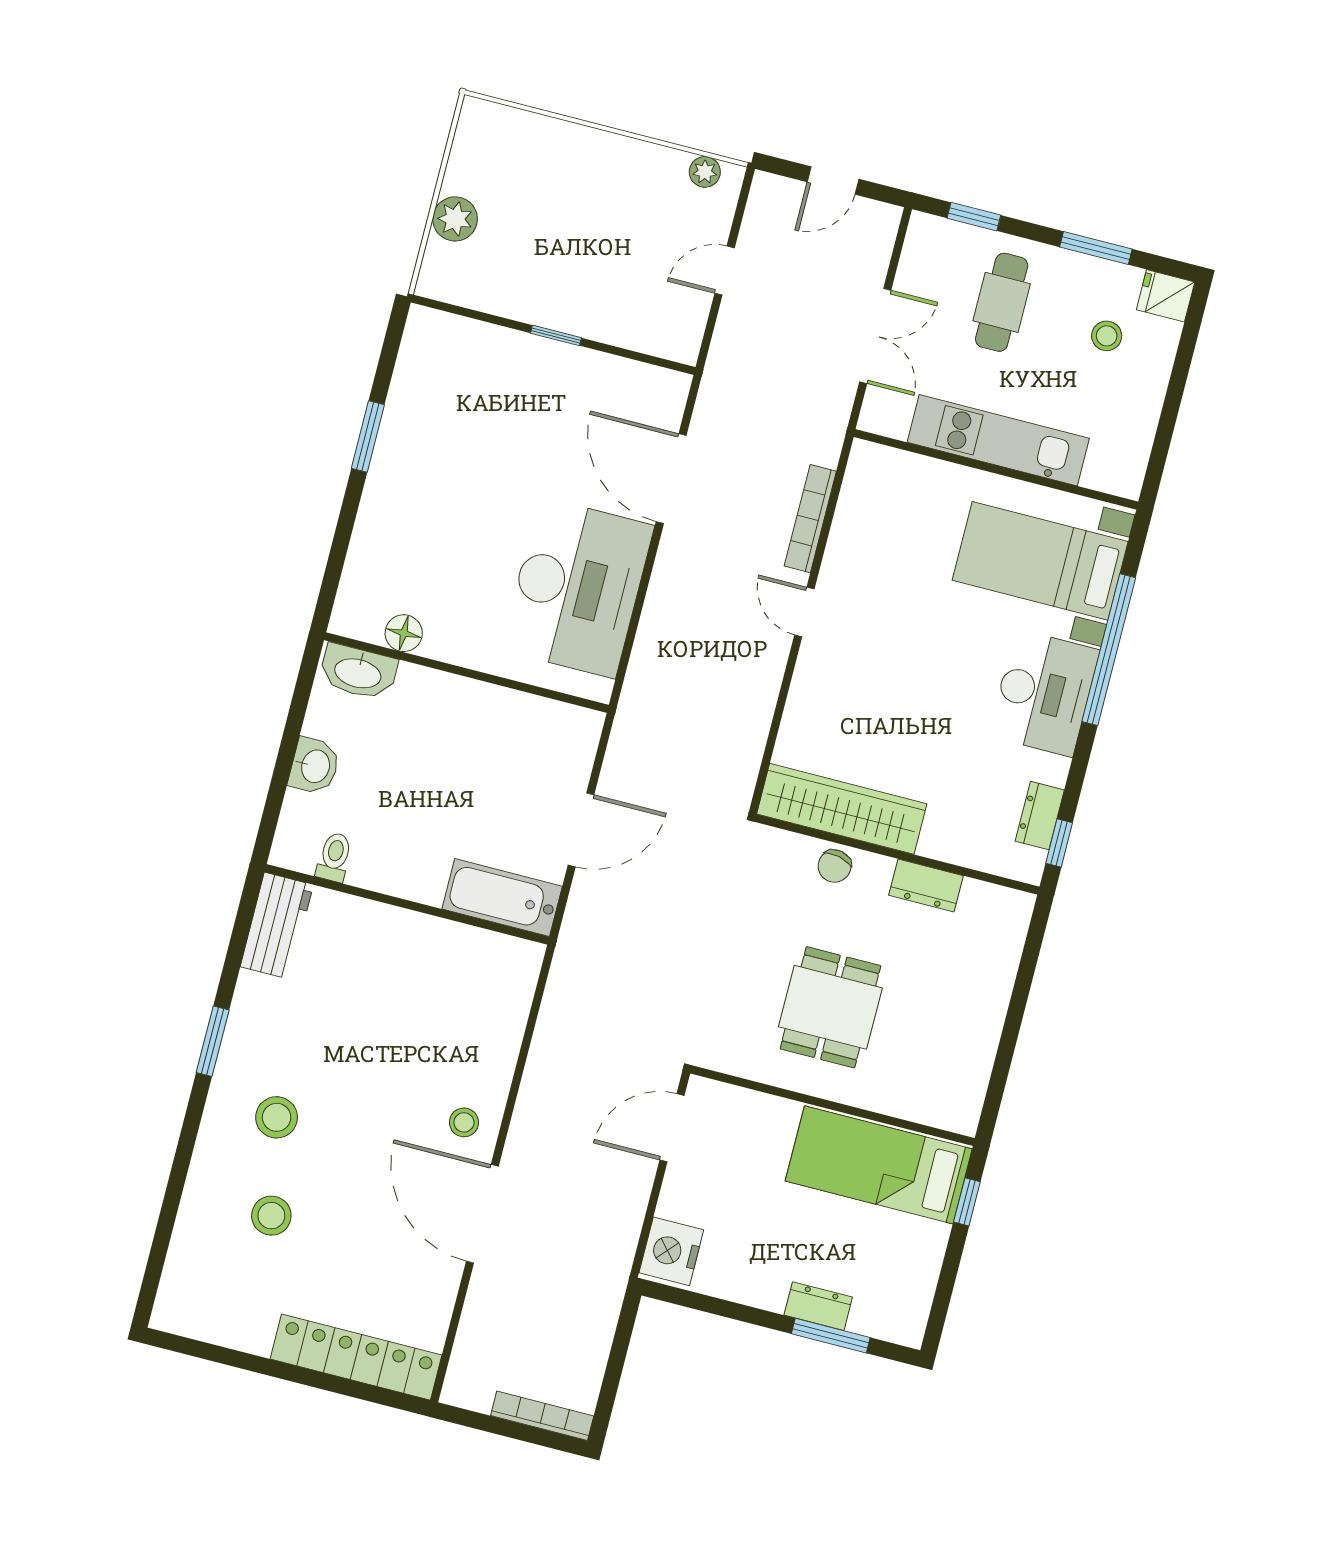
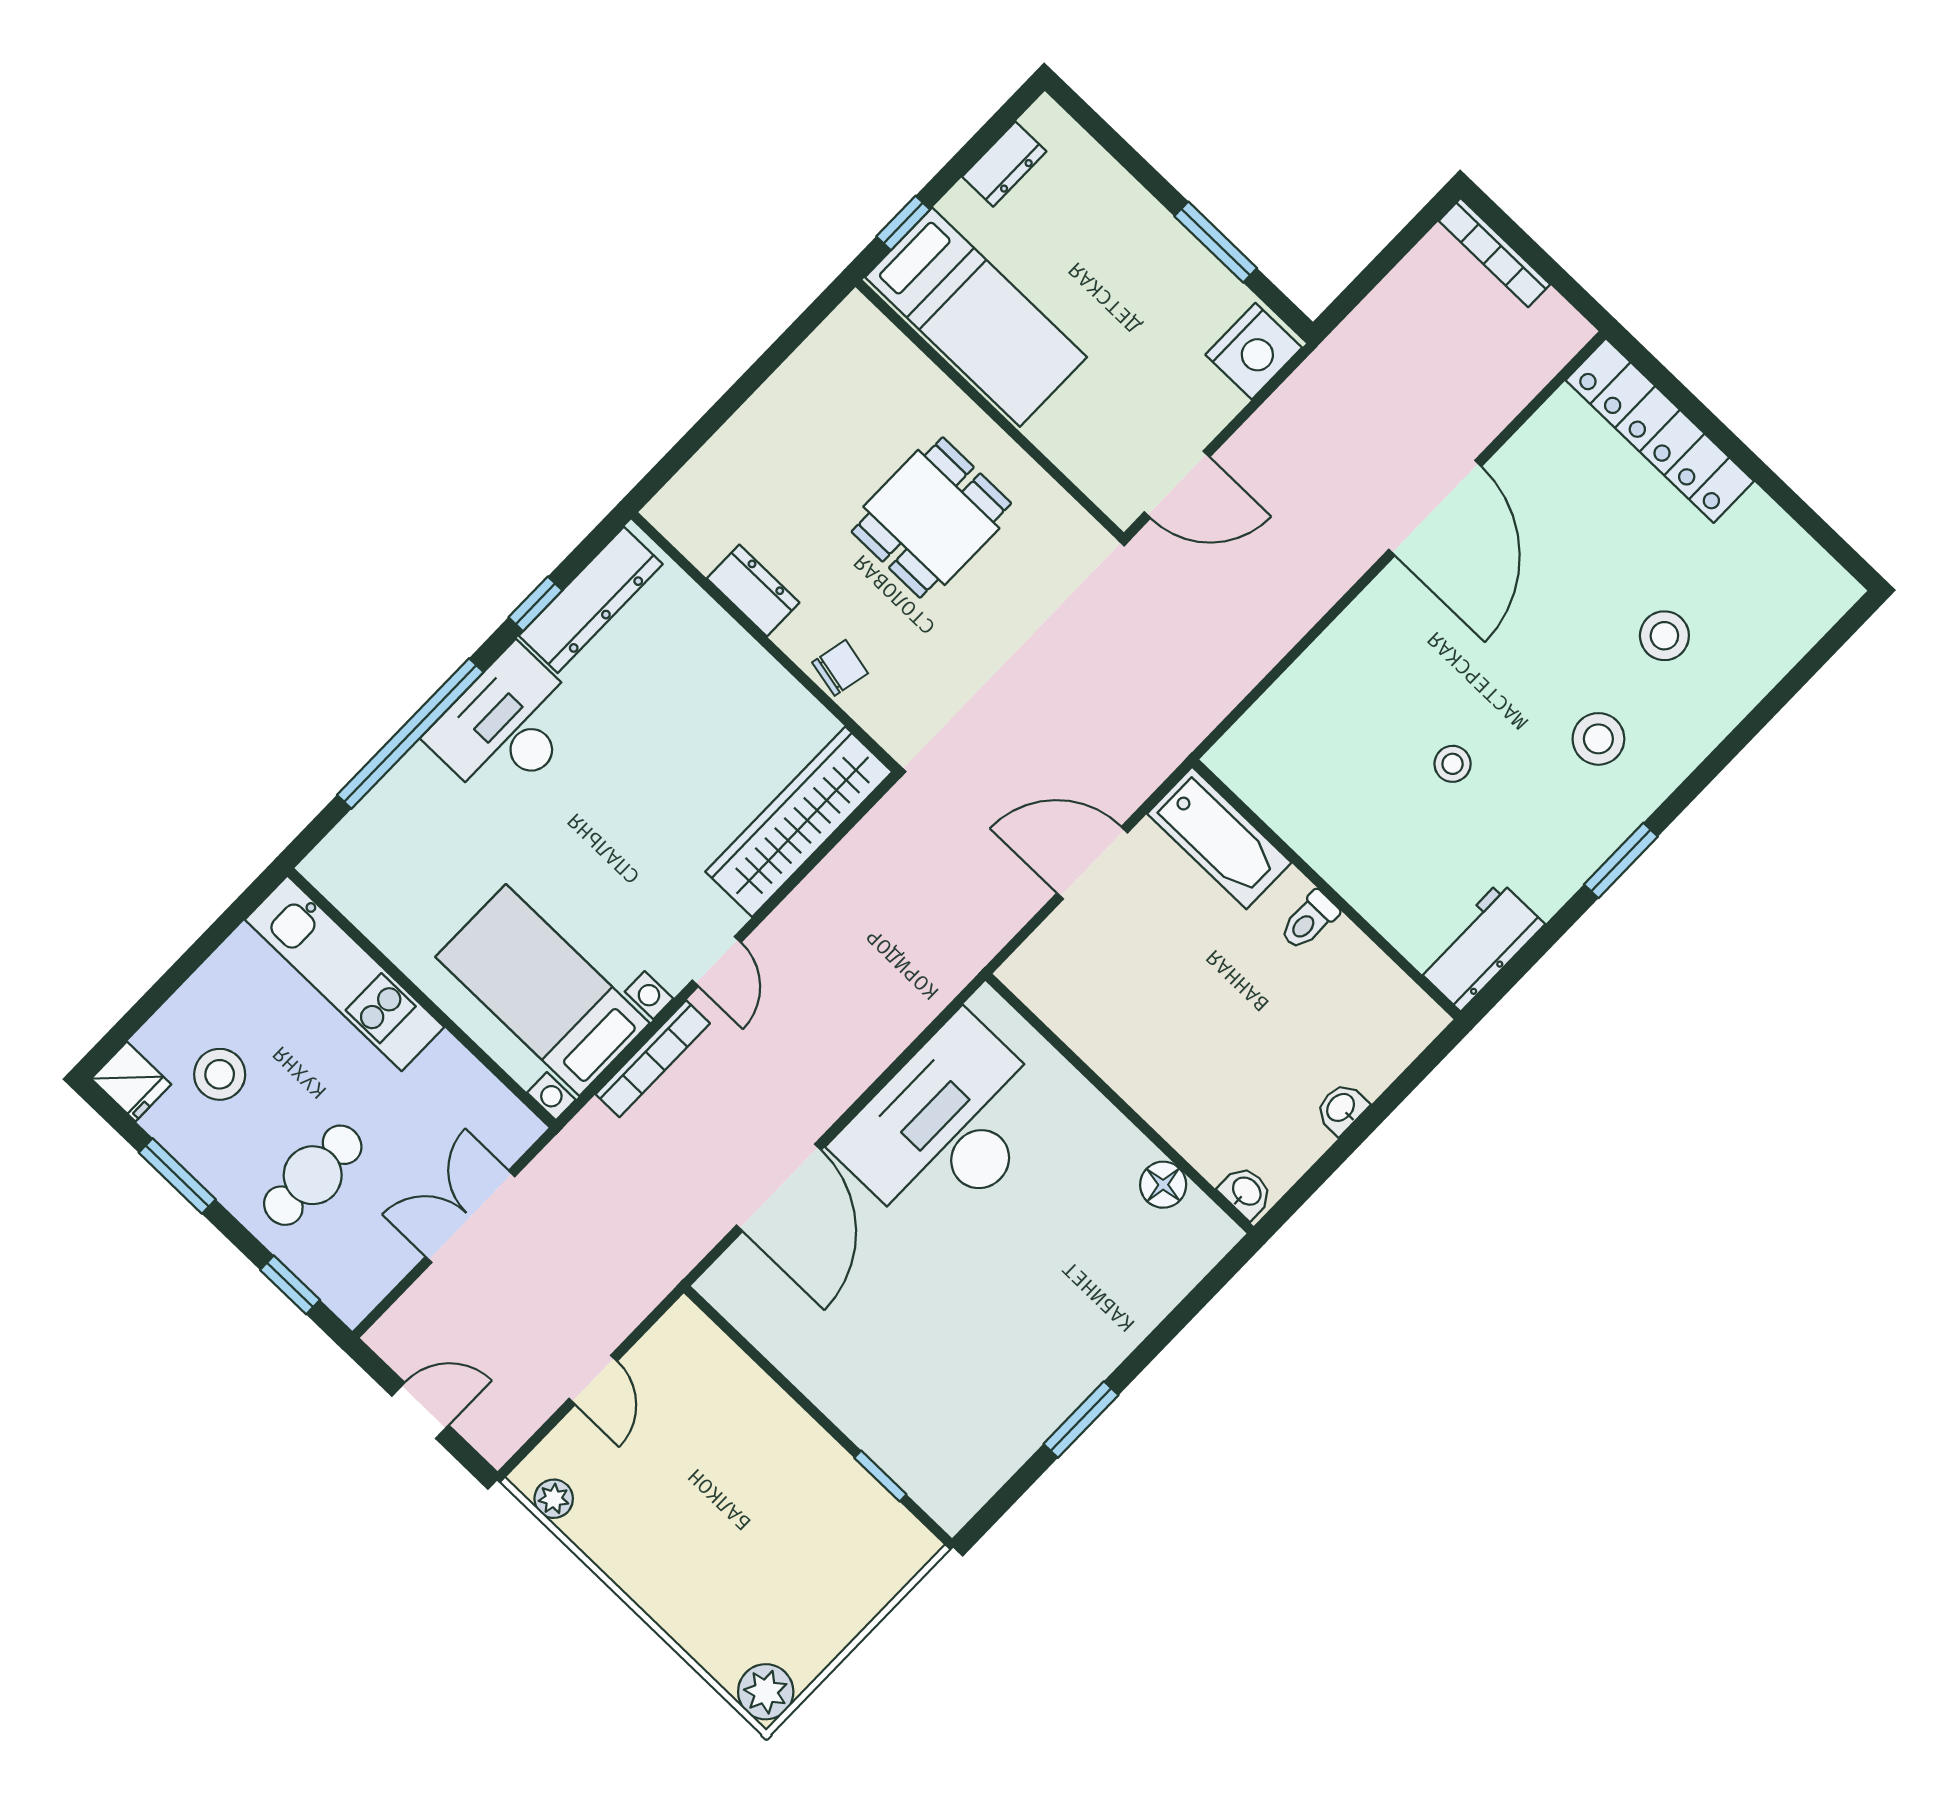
plant: (455, 219) -> (766, 1692), moved
door: (725, 271) -> (593, 1380), hinge flipped
window: (556, 335) -> (880, 1476), moved
stool: (1107, 336) -> (220, 1074), width x1.37, depth x1.37
kitchen unit: (998, 440) -> (345, 973), moved
bed with nightstands: (1040, 561) -> (543, 990), moved, turned 180
washbasin: (358, 672) -> (1246, 1192), width x0.52, depth x0.69
washbasin: (314, 766) -> (1341, 1108), width x0.72, depth x0.69
wardrobe: (842, 809) -> (799, 822), moved, turned 90
dresser: (1040, 816) -> (591, 600), width x1.96, depth x1.24
window: (1059, 843) -> (535, 604), moved
toilet: (334, 857) -> (1309, 920), moved
stool: (464, 1122) -> (1453, 764), moved
dresser: (818, 1306) -> (1004, 164), moved, turned -90
window: (831, 1336) -> (1216, 242), moved

